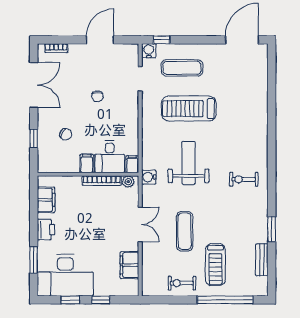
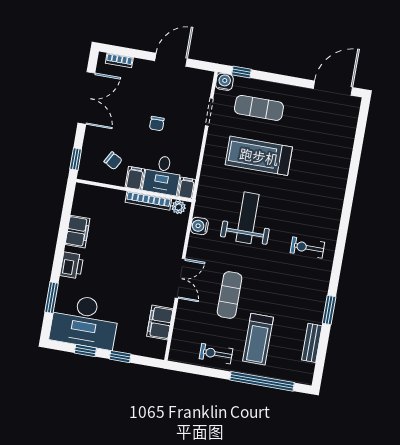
desk: (110, 157) -> (162, 175), moved
filing cabinet: (87, 164) -> (135, 178), moved
filing cabinet: (132, 164) -> (187, 188), moved
wall: (88, 174) -> (134, 191), moved
bookcase: (102, 181) -> (148, 201), moved
plant: (128, 182) -> (179, 207), moved

